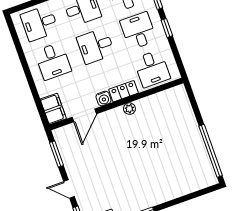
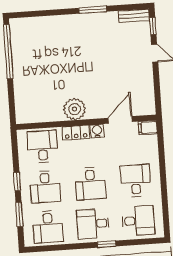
desk: (96, 46) -> (90, 184), turned 90
filing cabinet: (53, 109) -> (148, 128), width x0.50
plant: (129, 109) -> (75, 109), width x1.88, depth x1.88
window: (57, 154) -> (157, 90), removed

